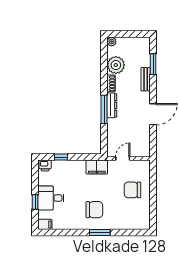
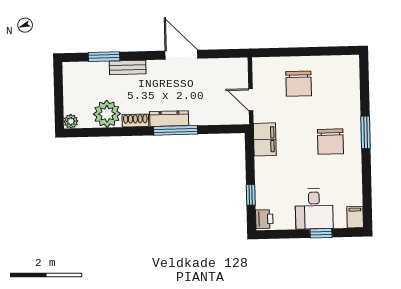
chair: (94, 210) -> (330, 142), turned 180

